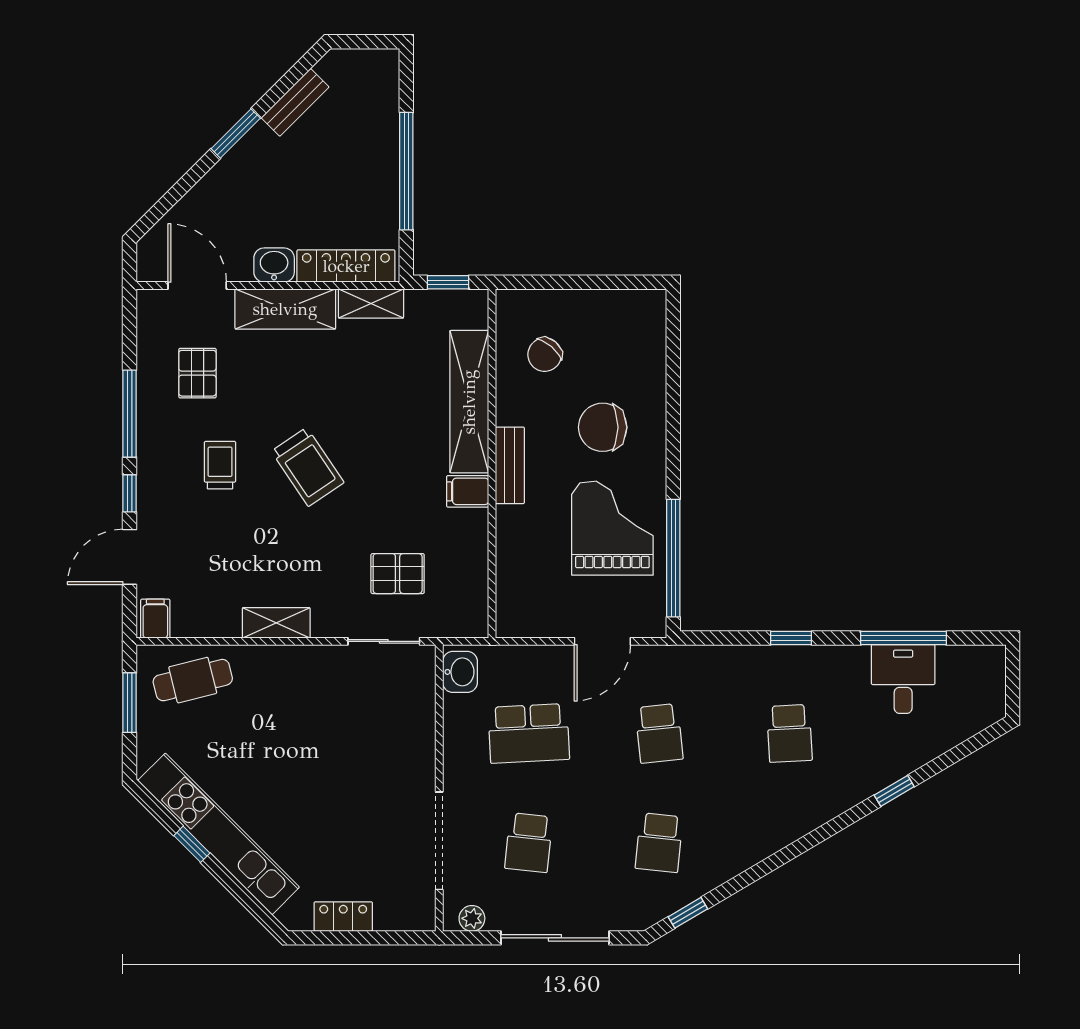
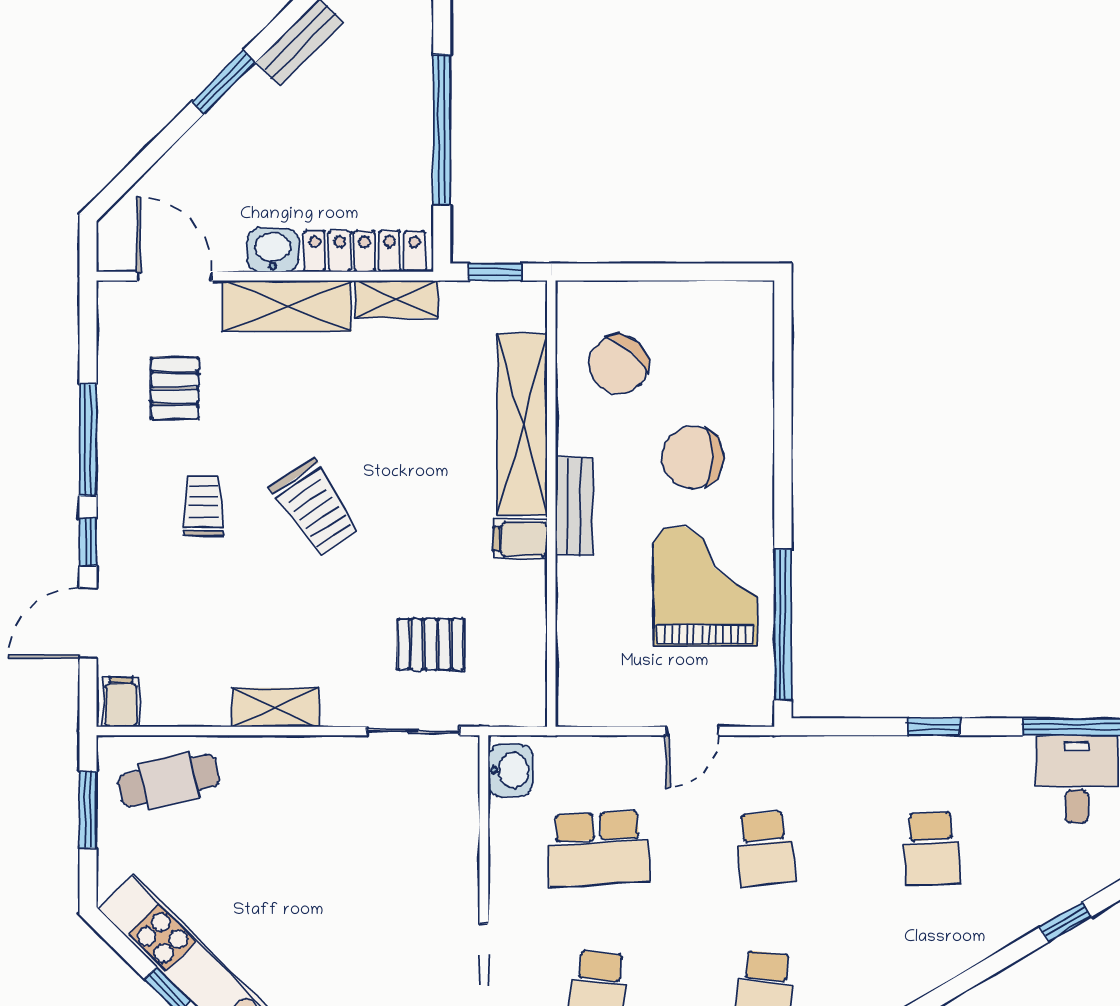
chair: (545, 355) -> (619, 364), width x1.37, depth x1.37
door: (602, 641) -> (692, 731), width x0.73

